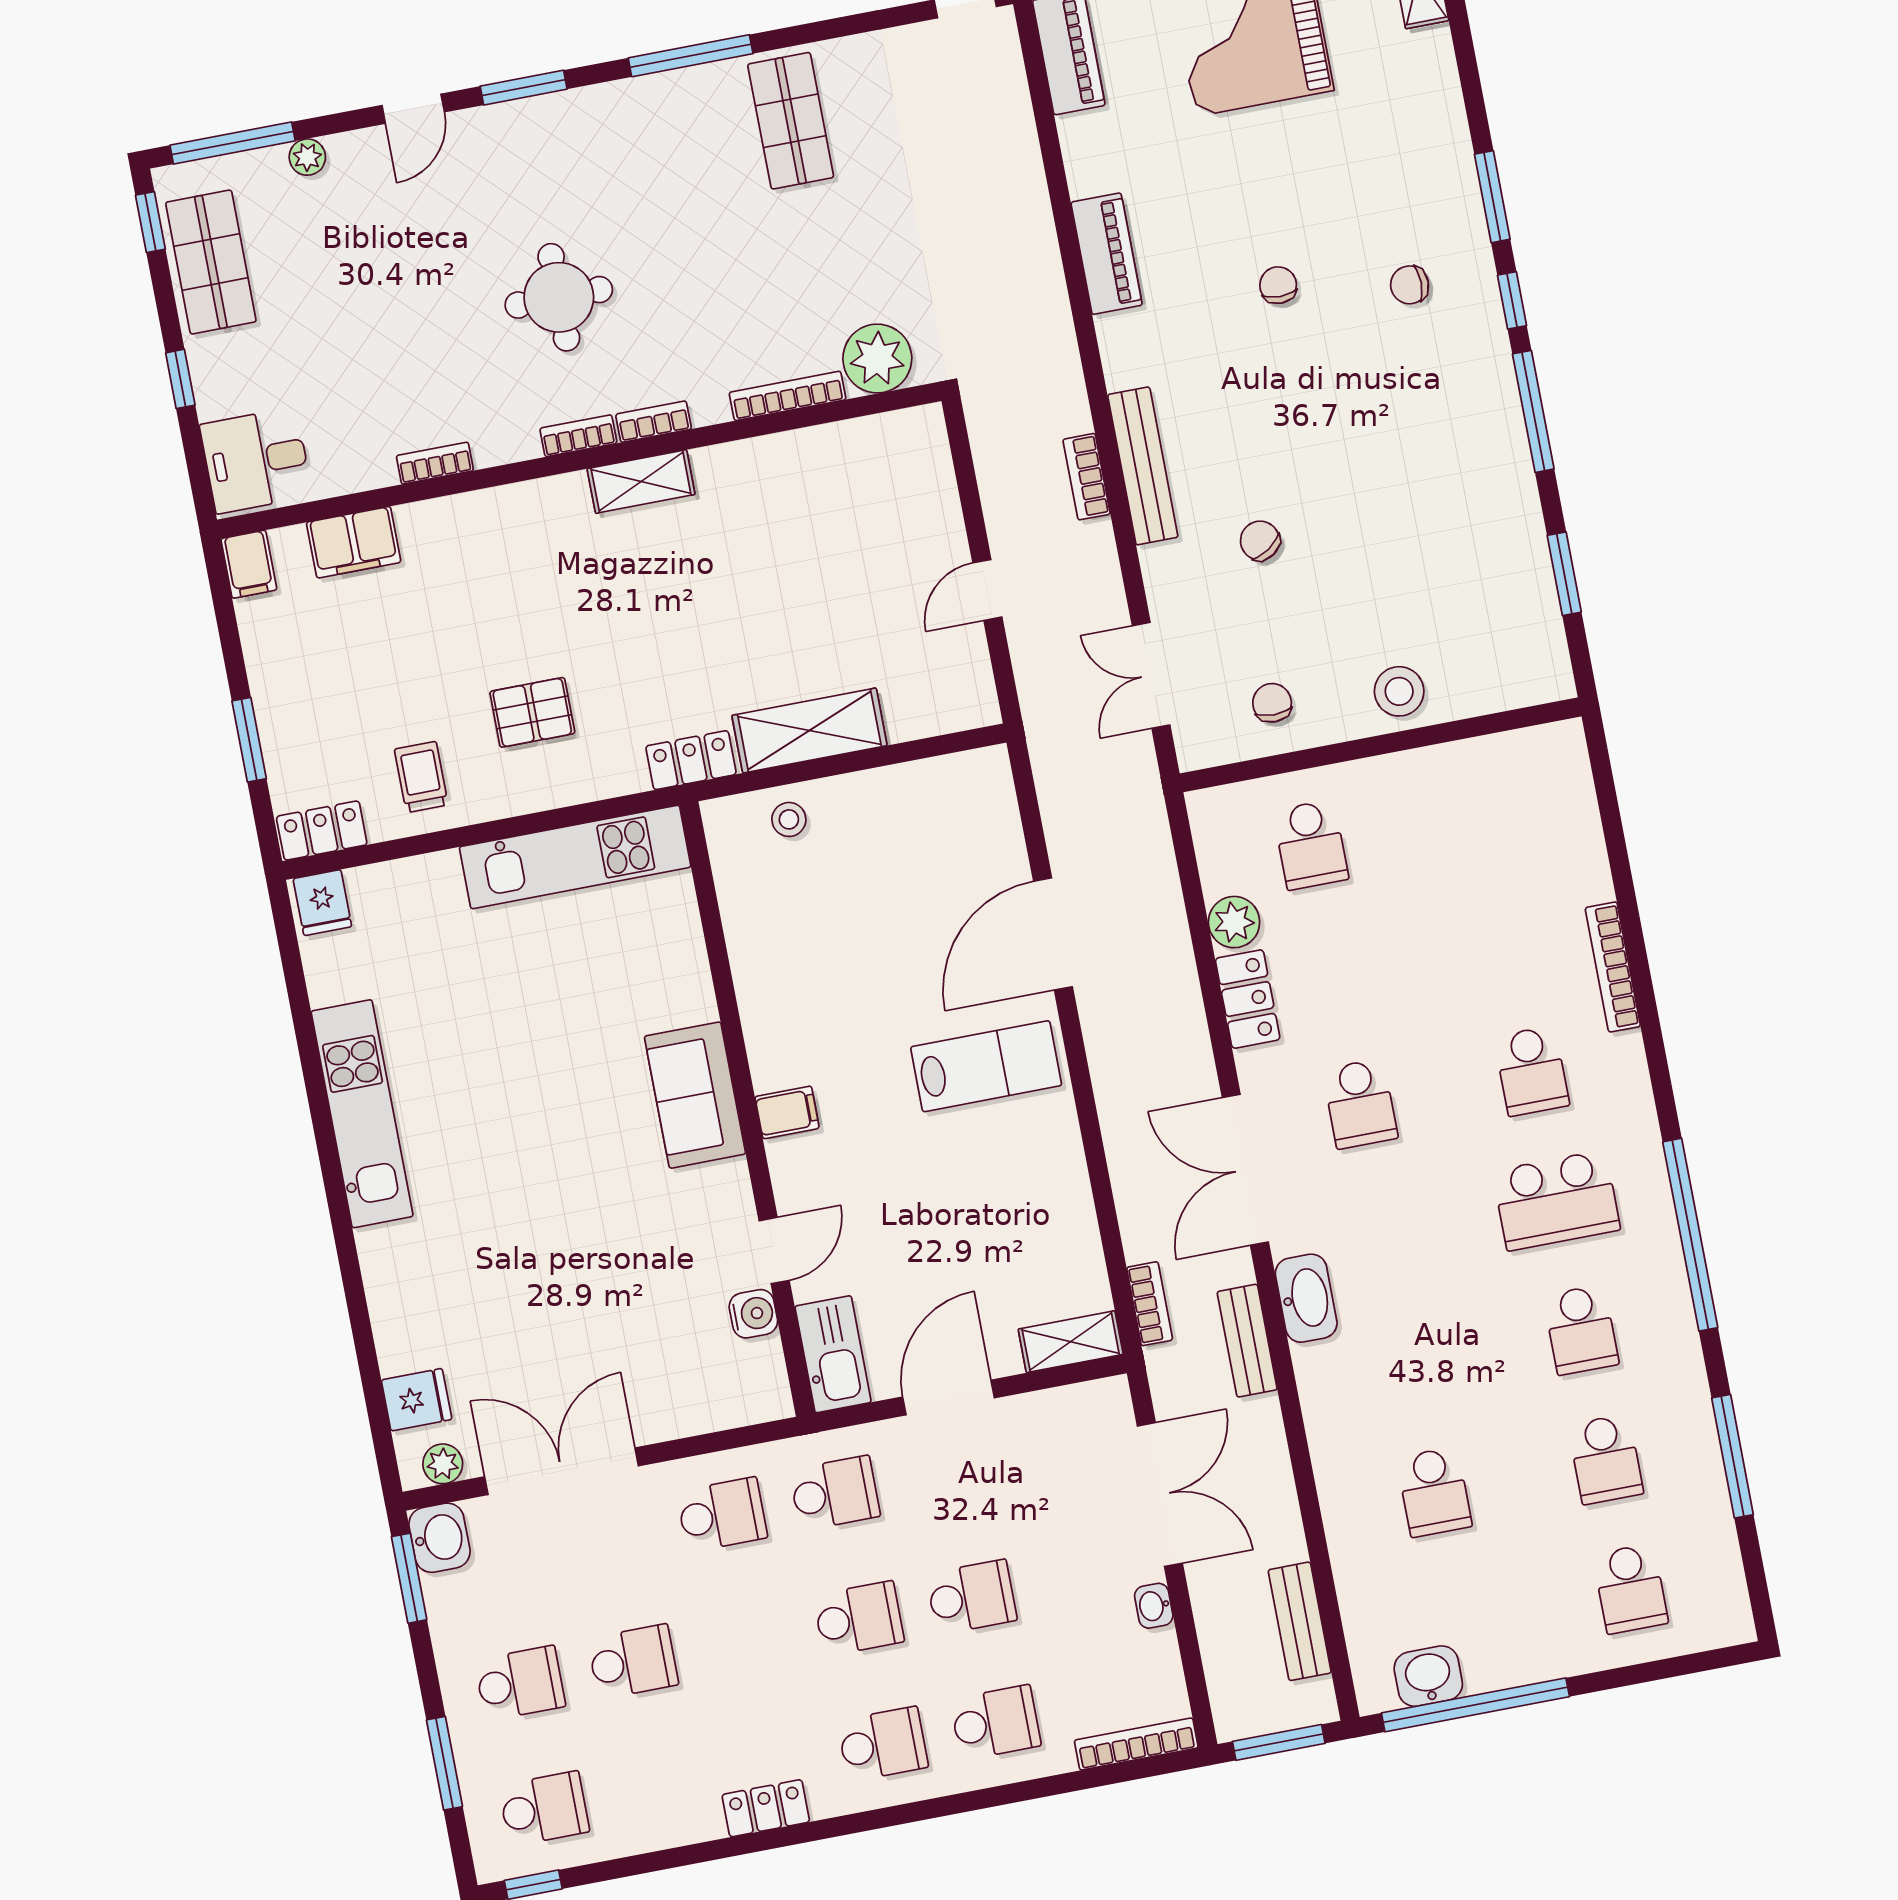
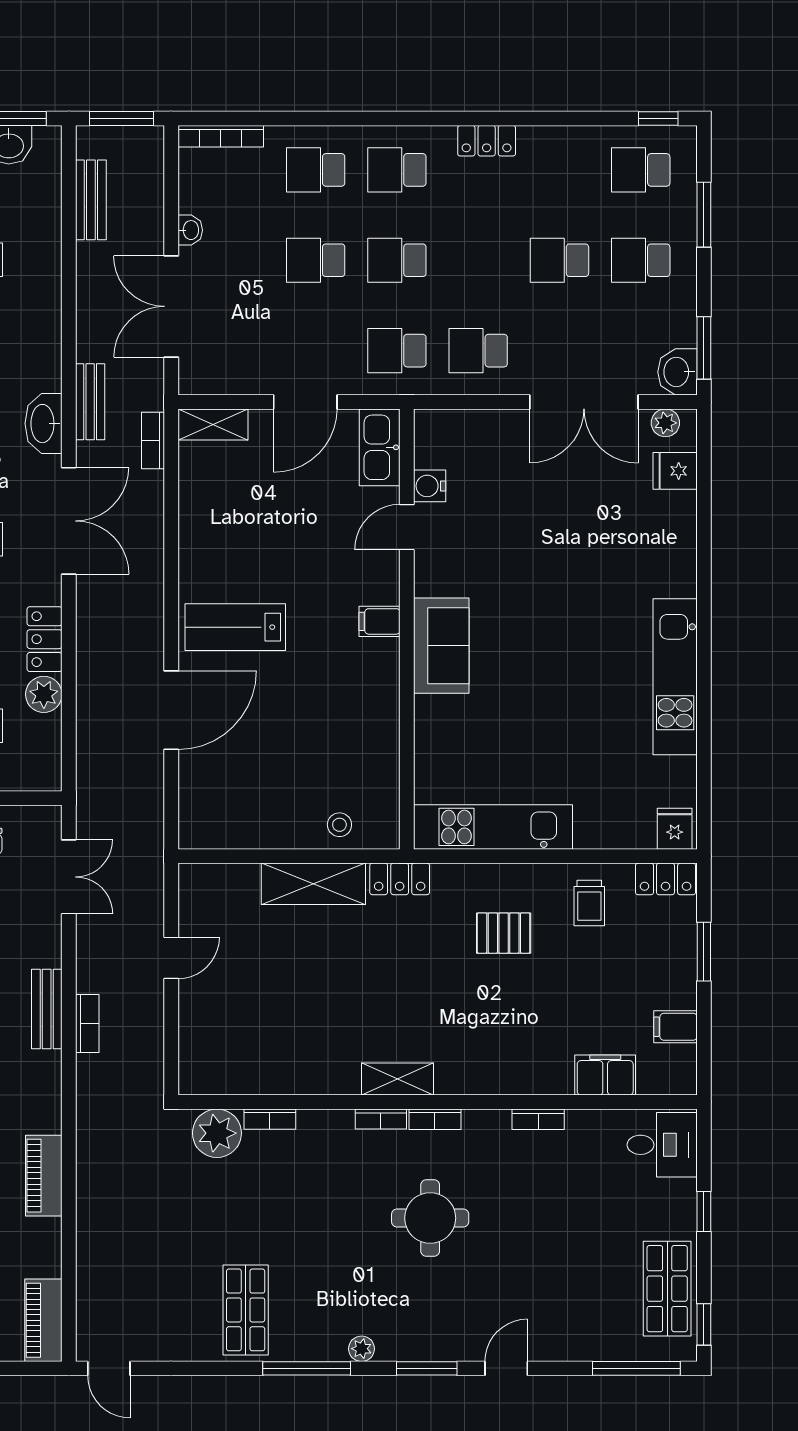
plant: (307, 157) -> (362, 1349), moved
bookcase: (788, 396) -> (270, 1119), width x0.64
bench: (1143, 466) -> (47, 1009), width x0.73
filing cabinet: (249, 564) -> (675, 1027), moved, turned -90

